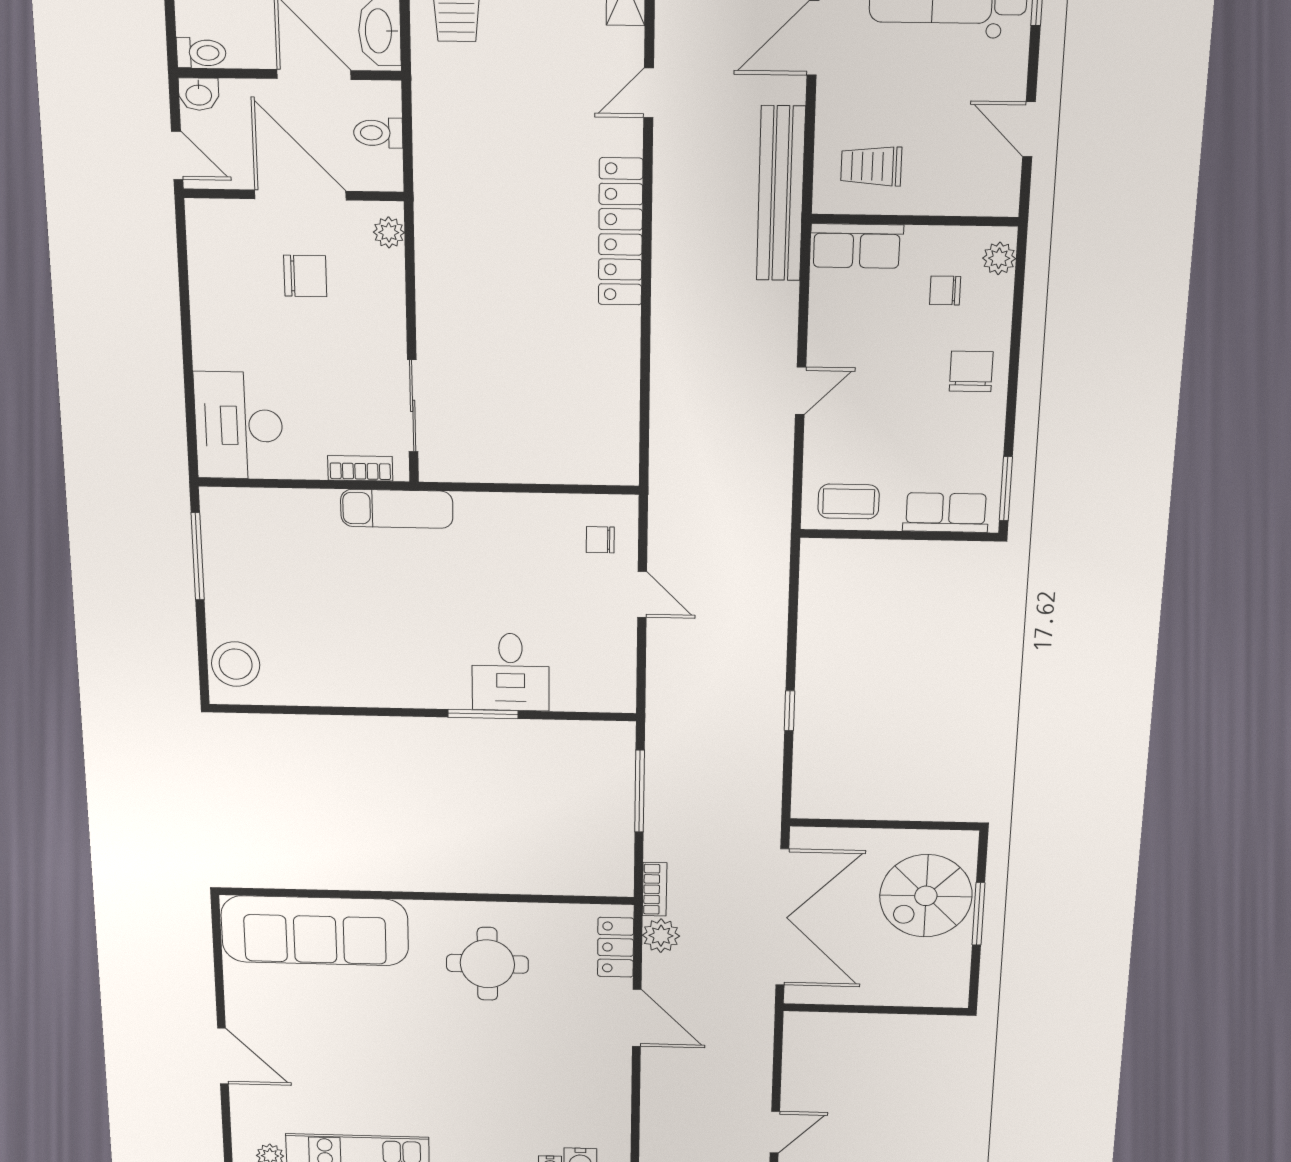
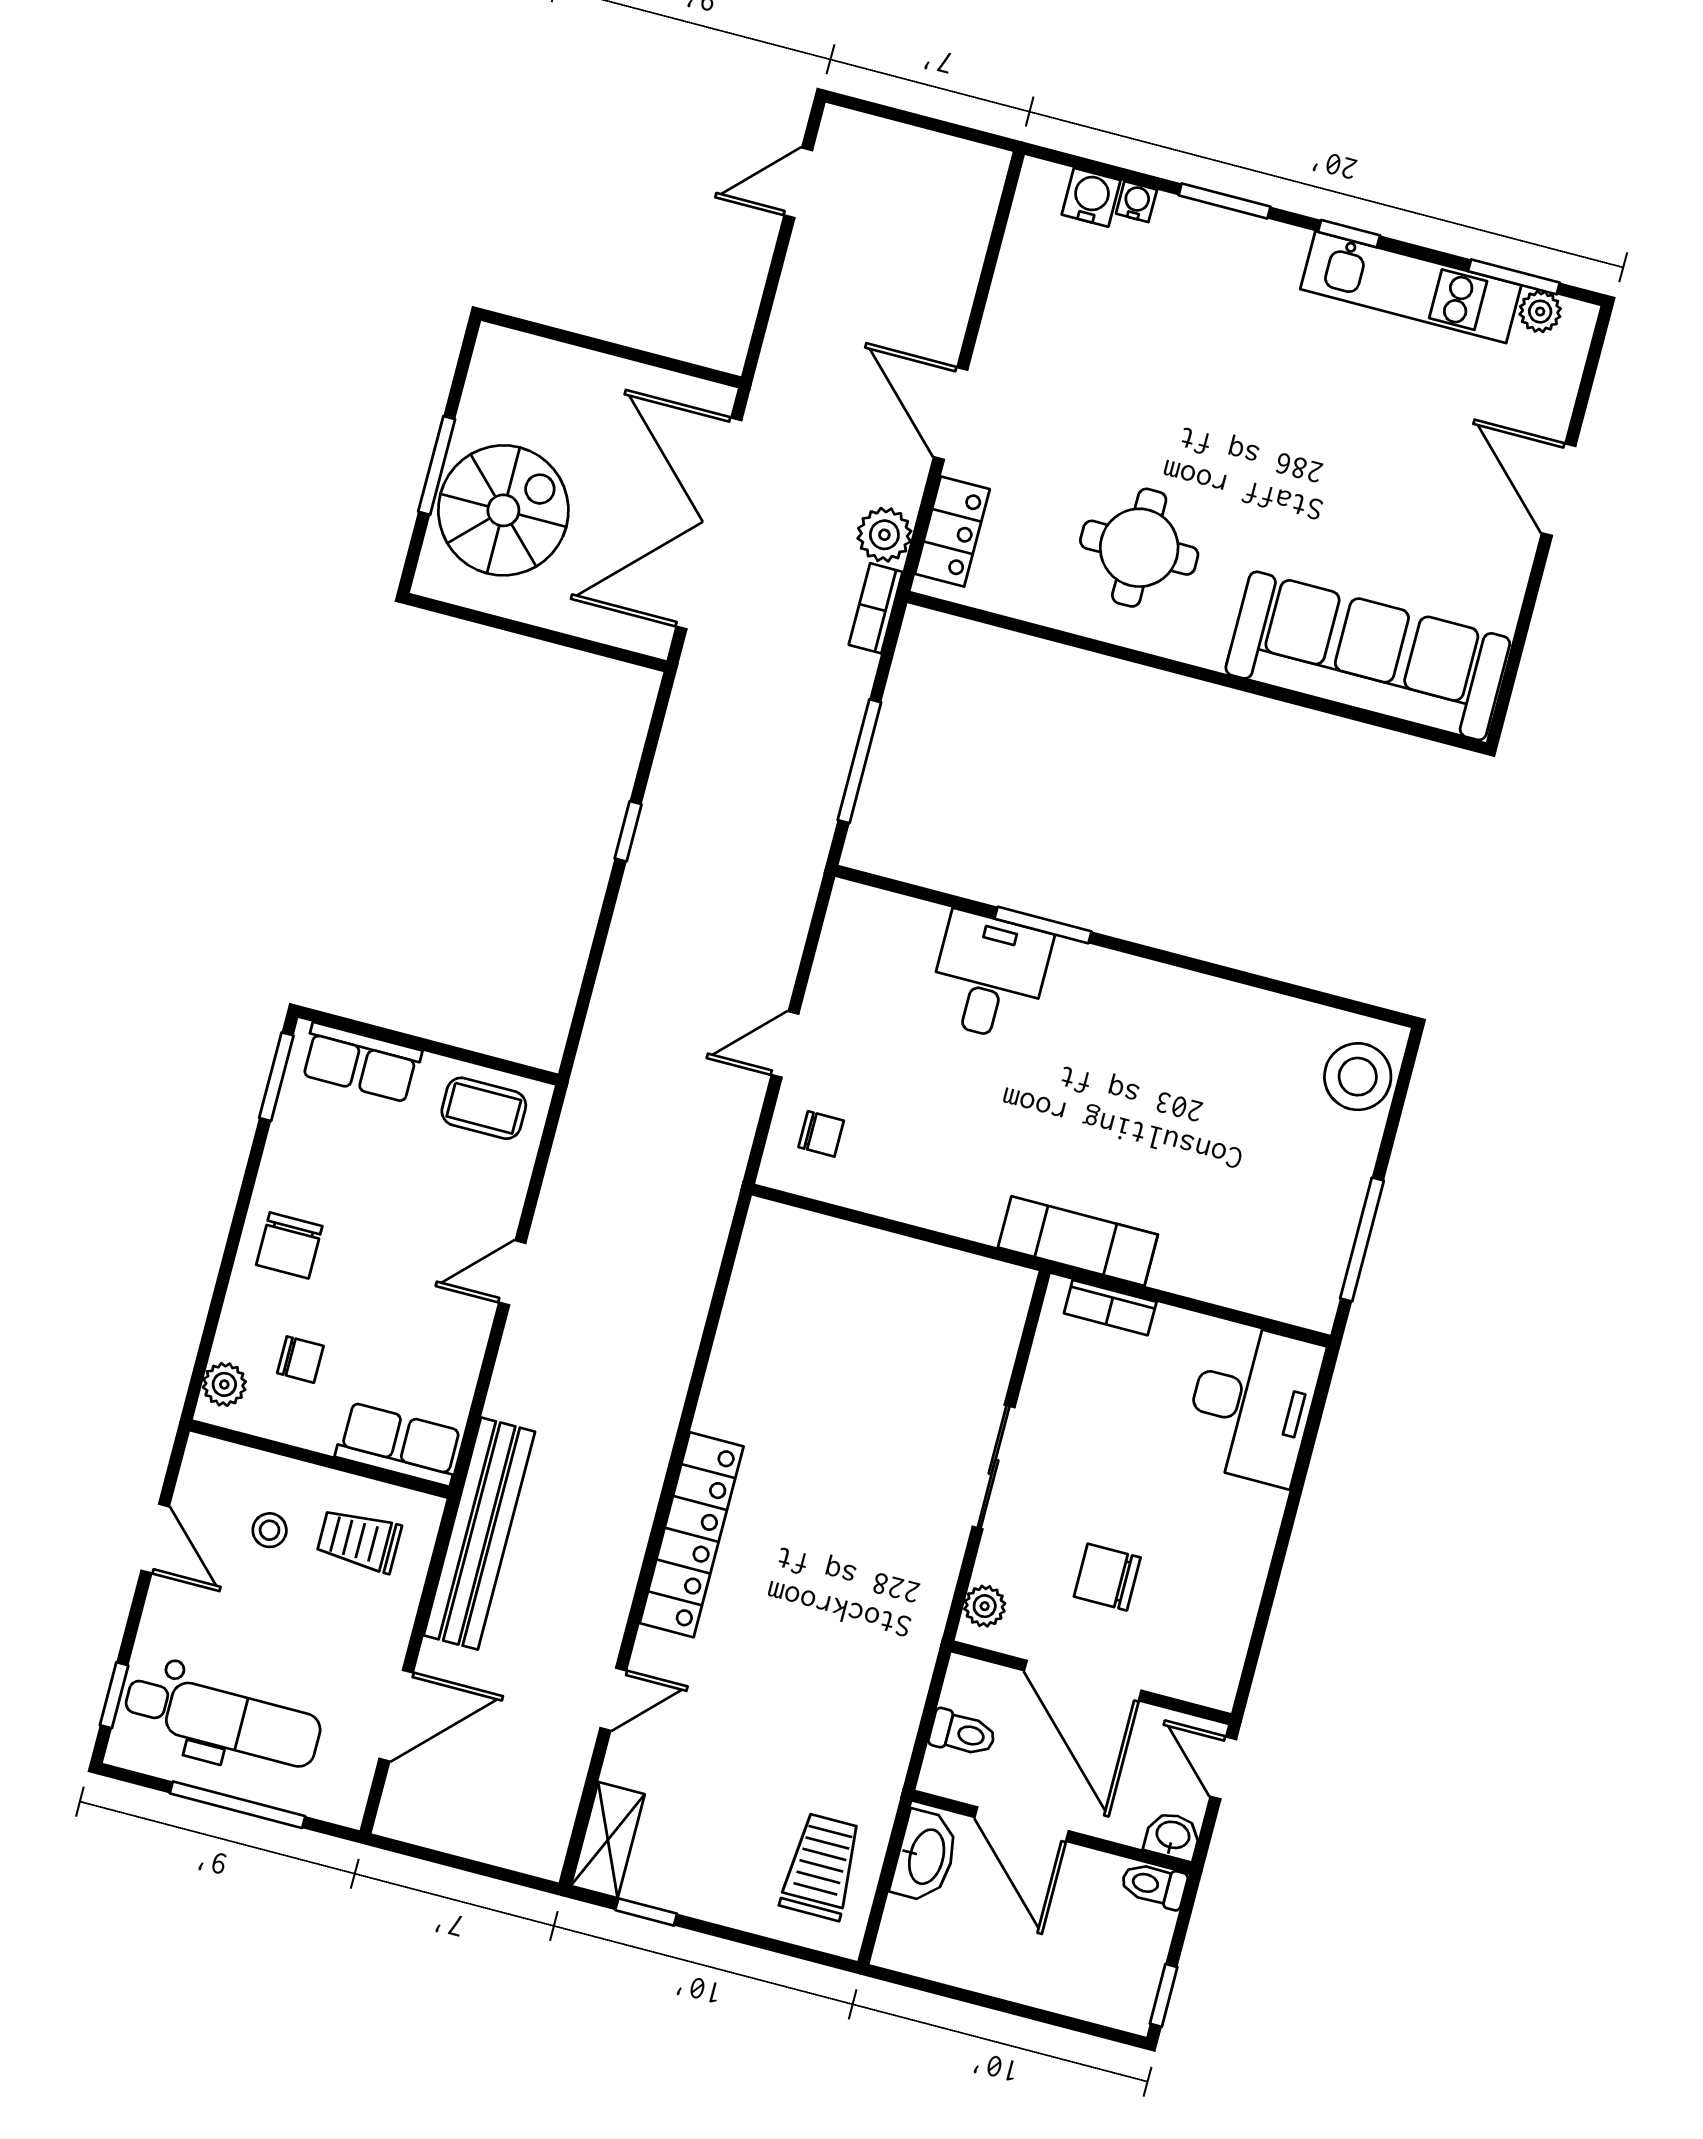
stool: (942, 157) -> (270, 1530), added
trolley: (871, 166) -> (359, 1540), turned 180
sliding door: (413, 406) -> (994, 1467), moved
door: (642, 594) -> (785, 1044), hinge flipped

